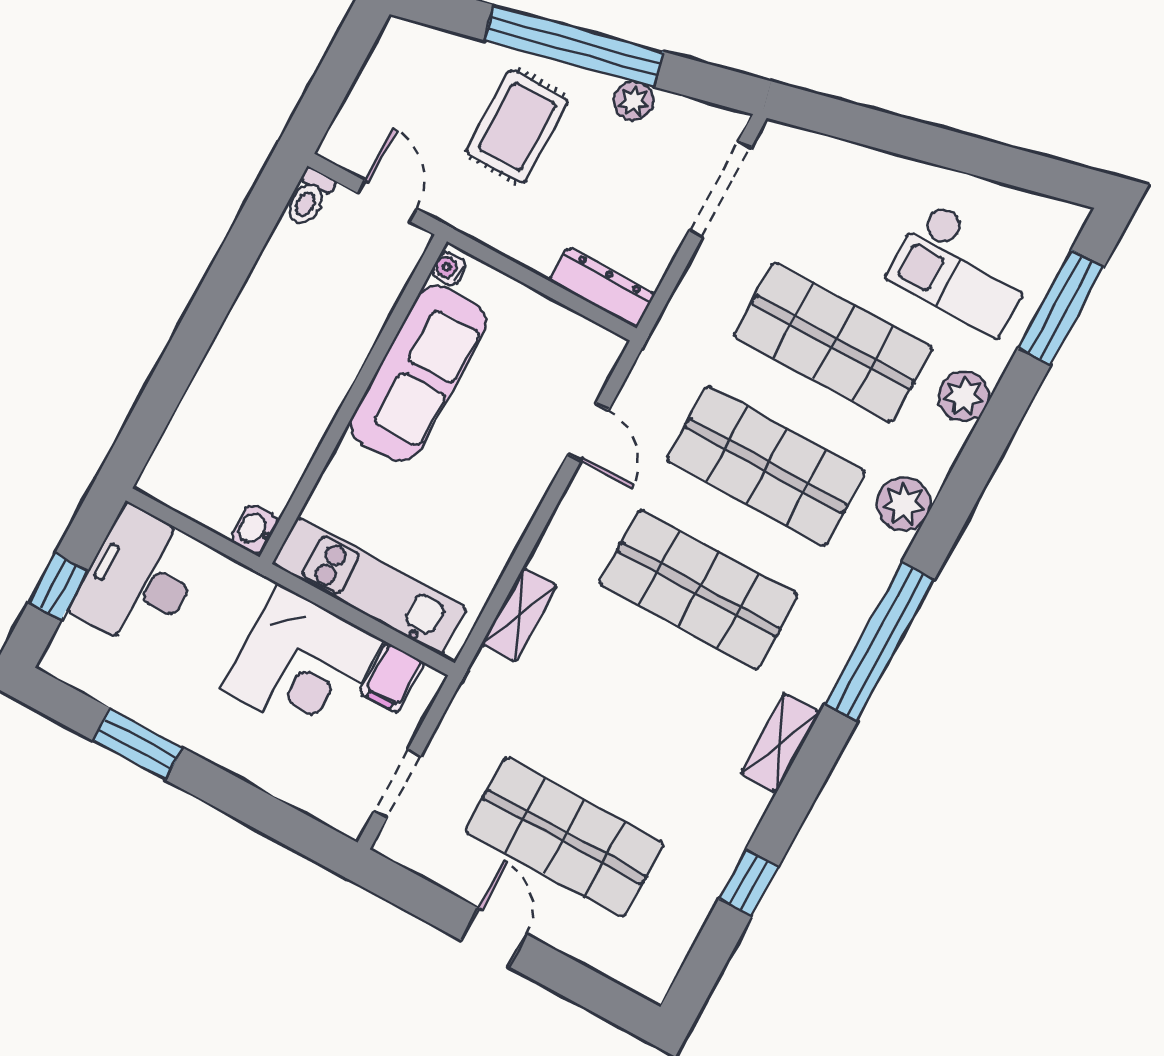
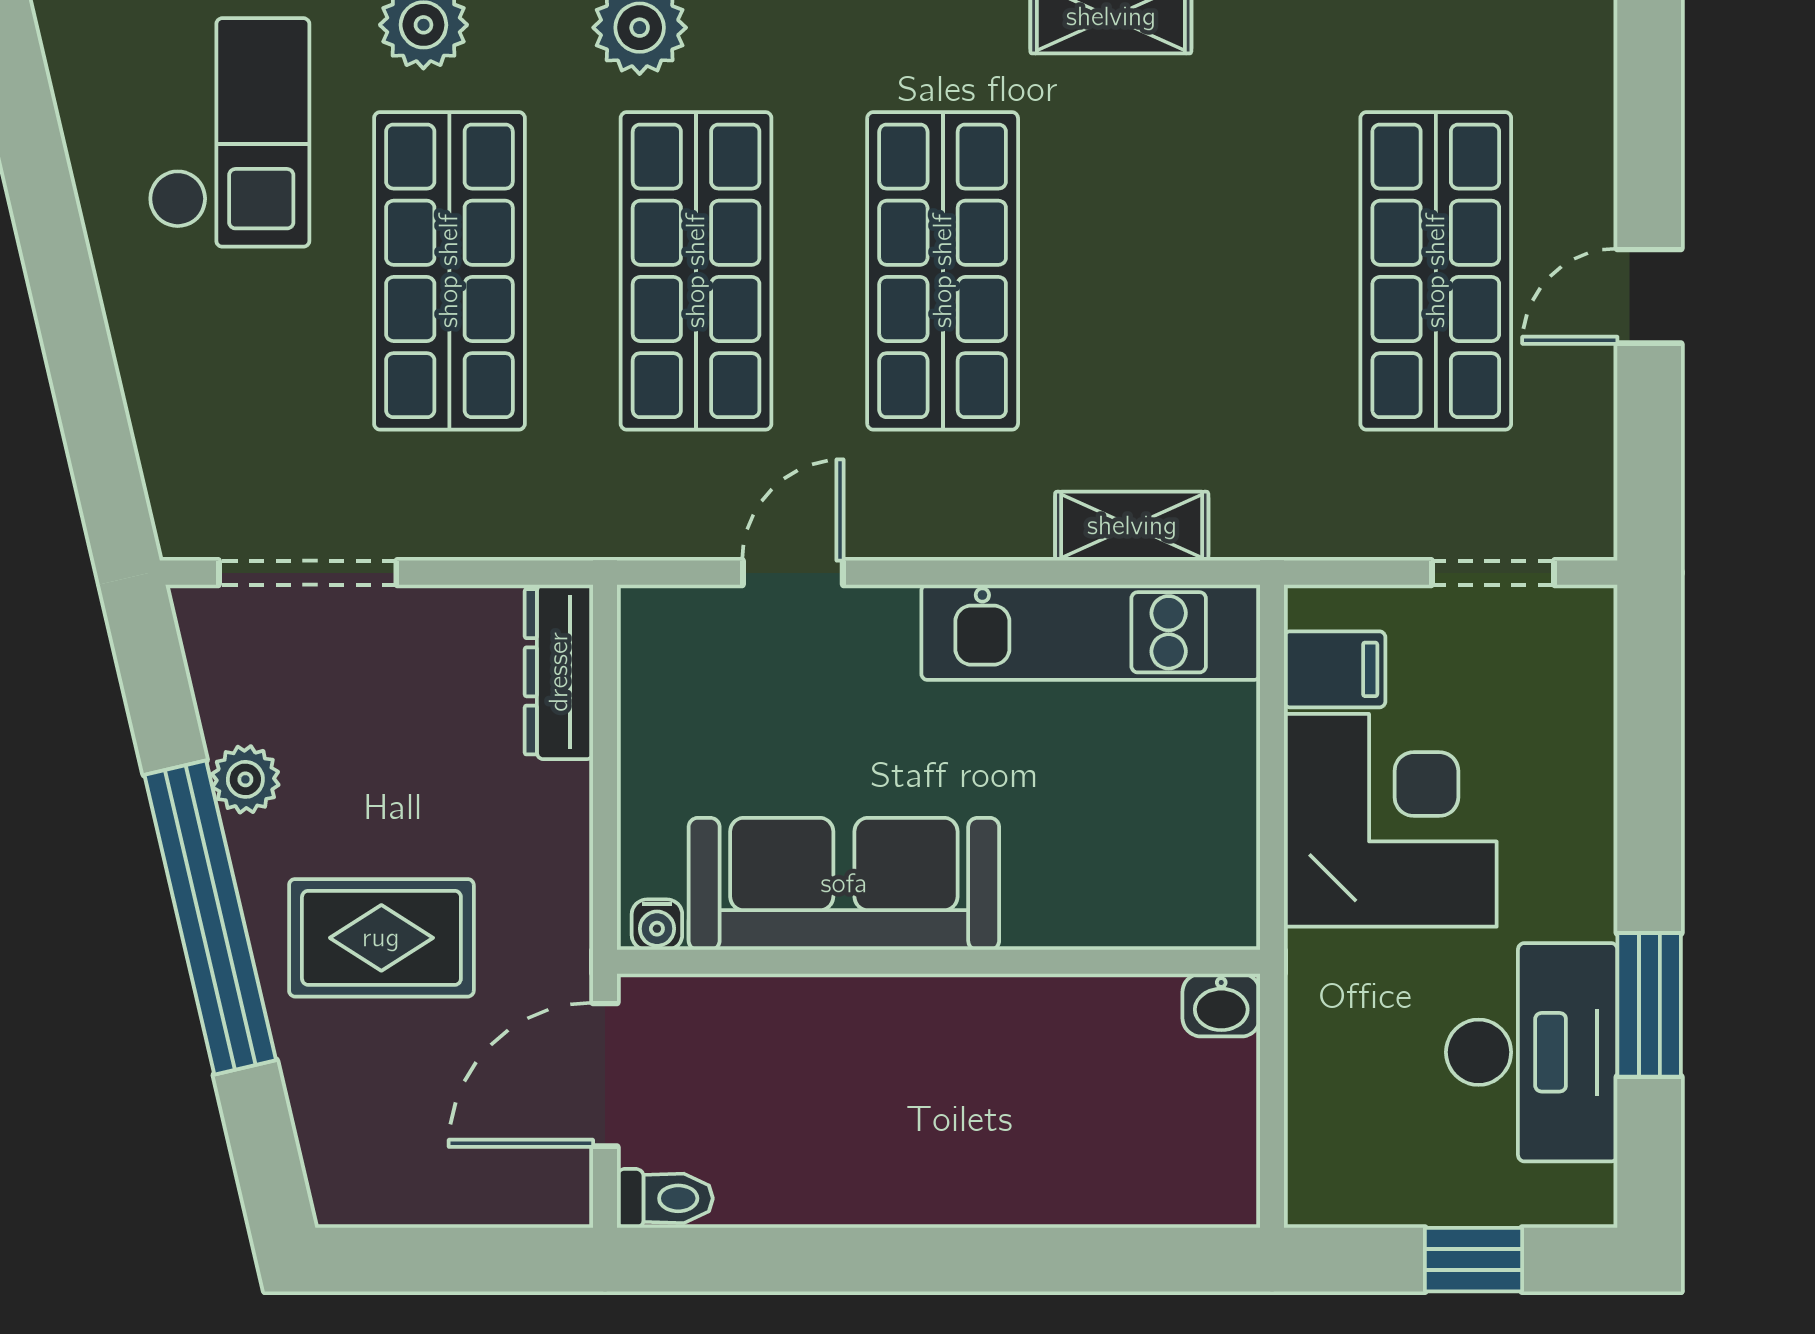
door: (387, 201) -> (605, 1075), width x1.38
desk: (139, 579) -> (1532, 1052), moved, turned -90
kitchen unit: (370, 586) -> (1091, 632), moved, turned -90

